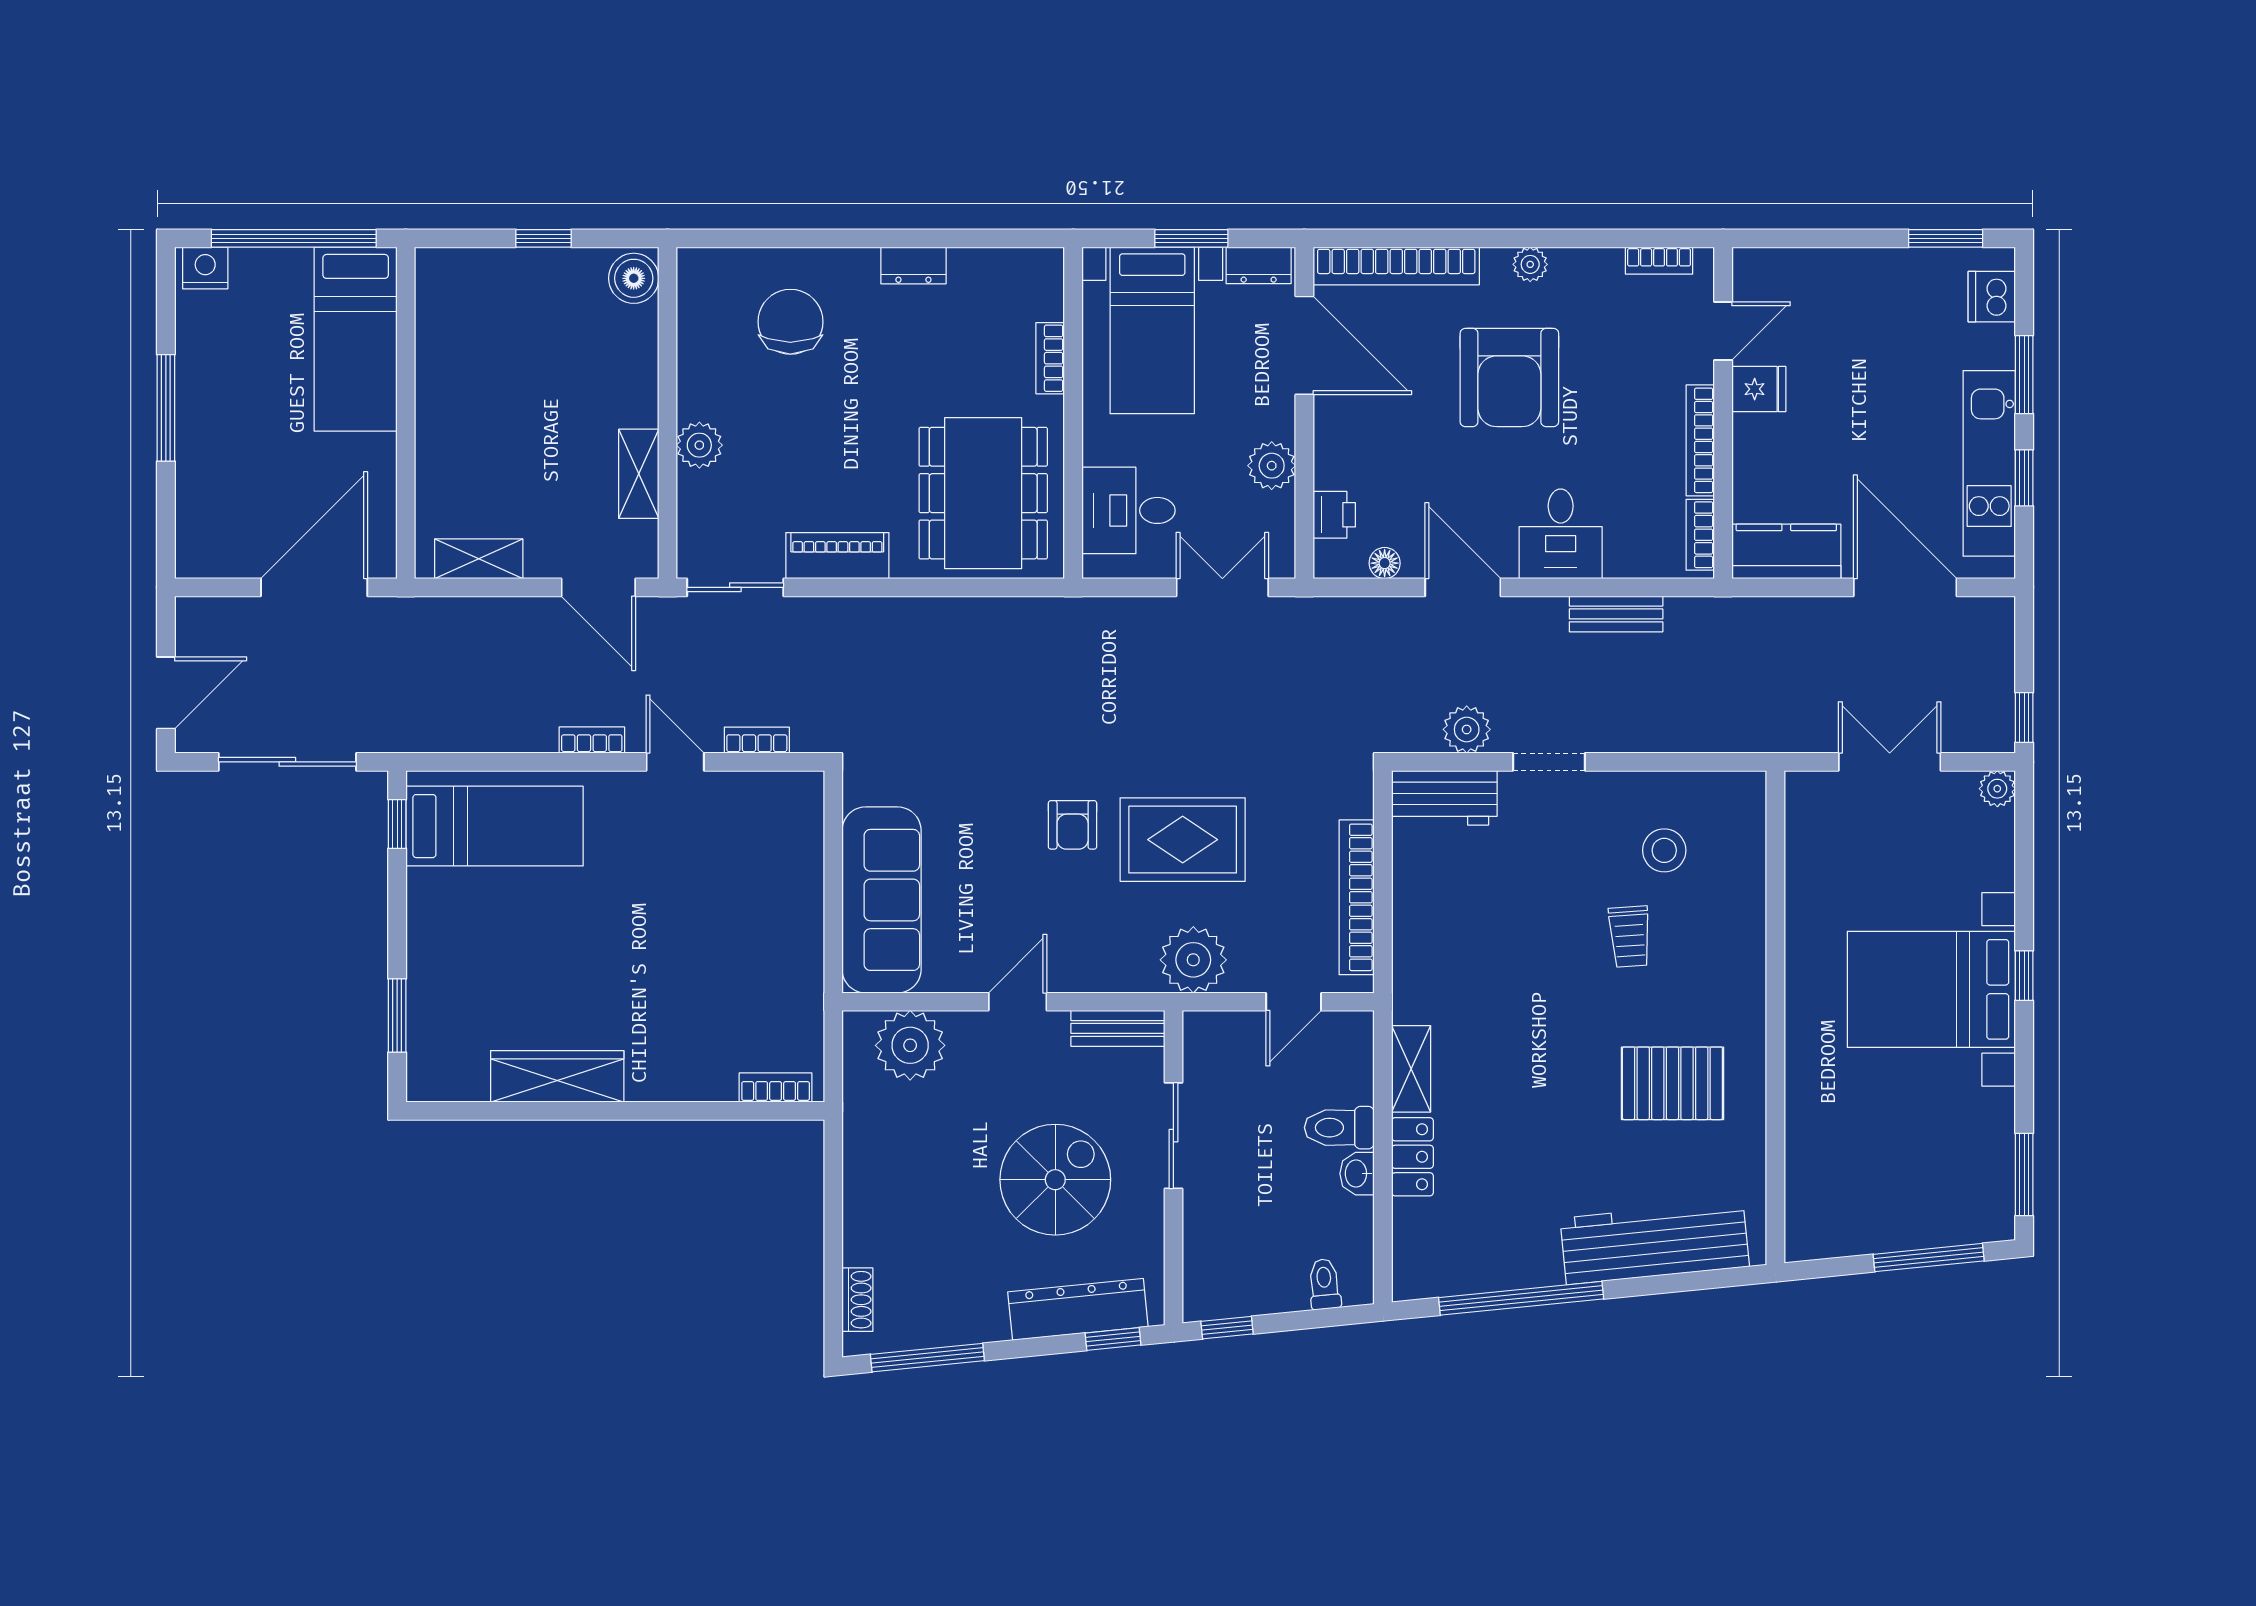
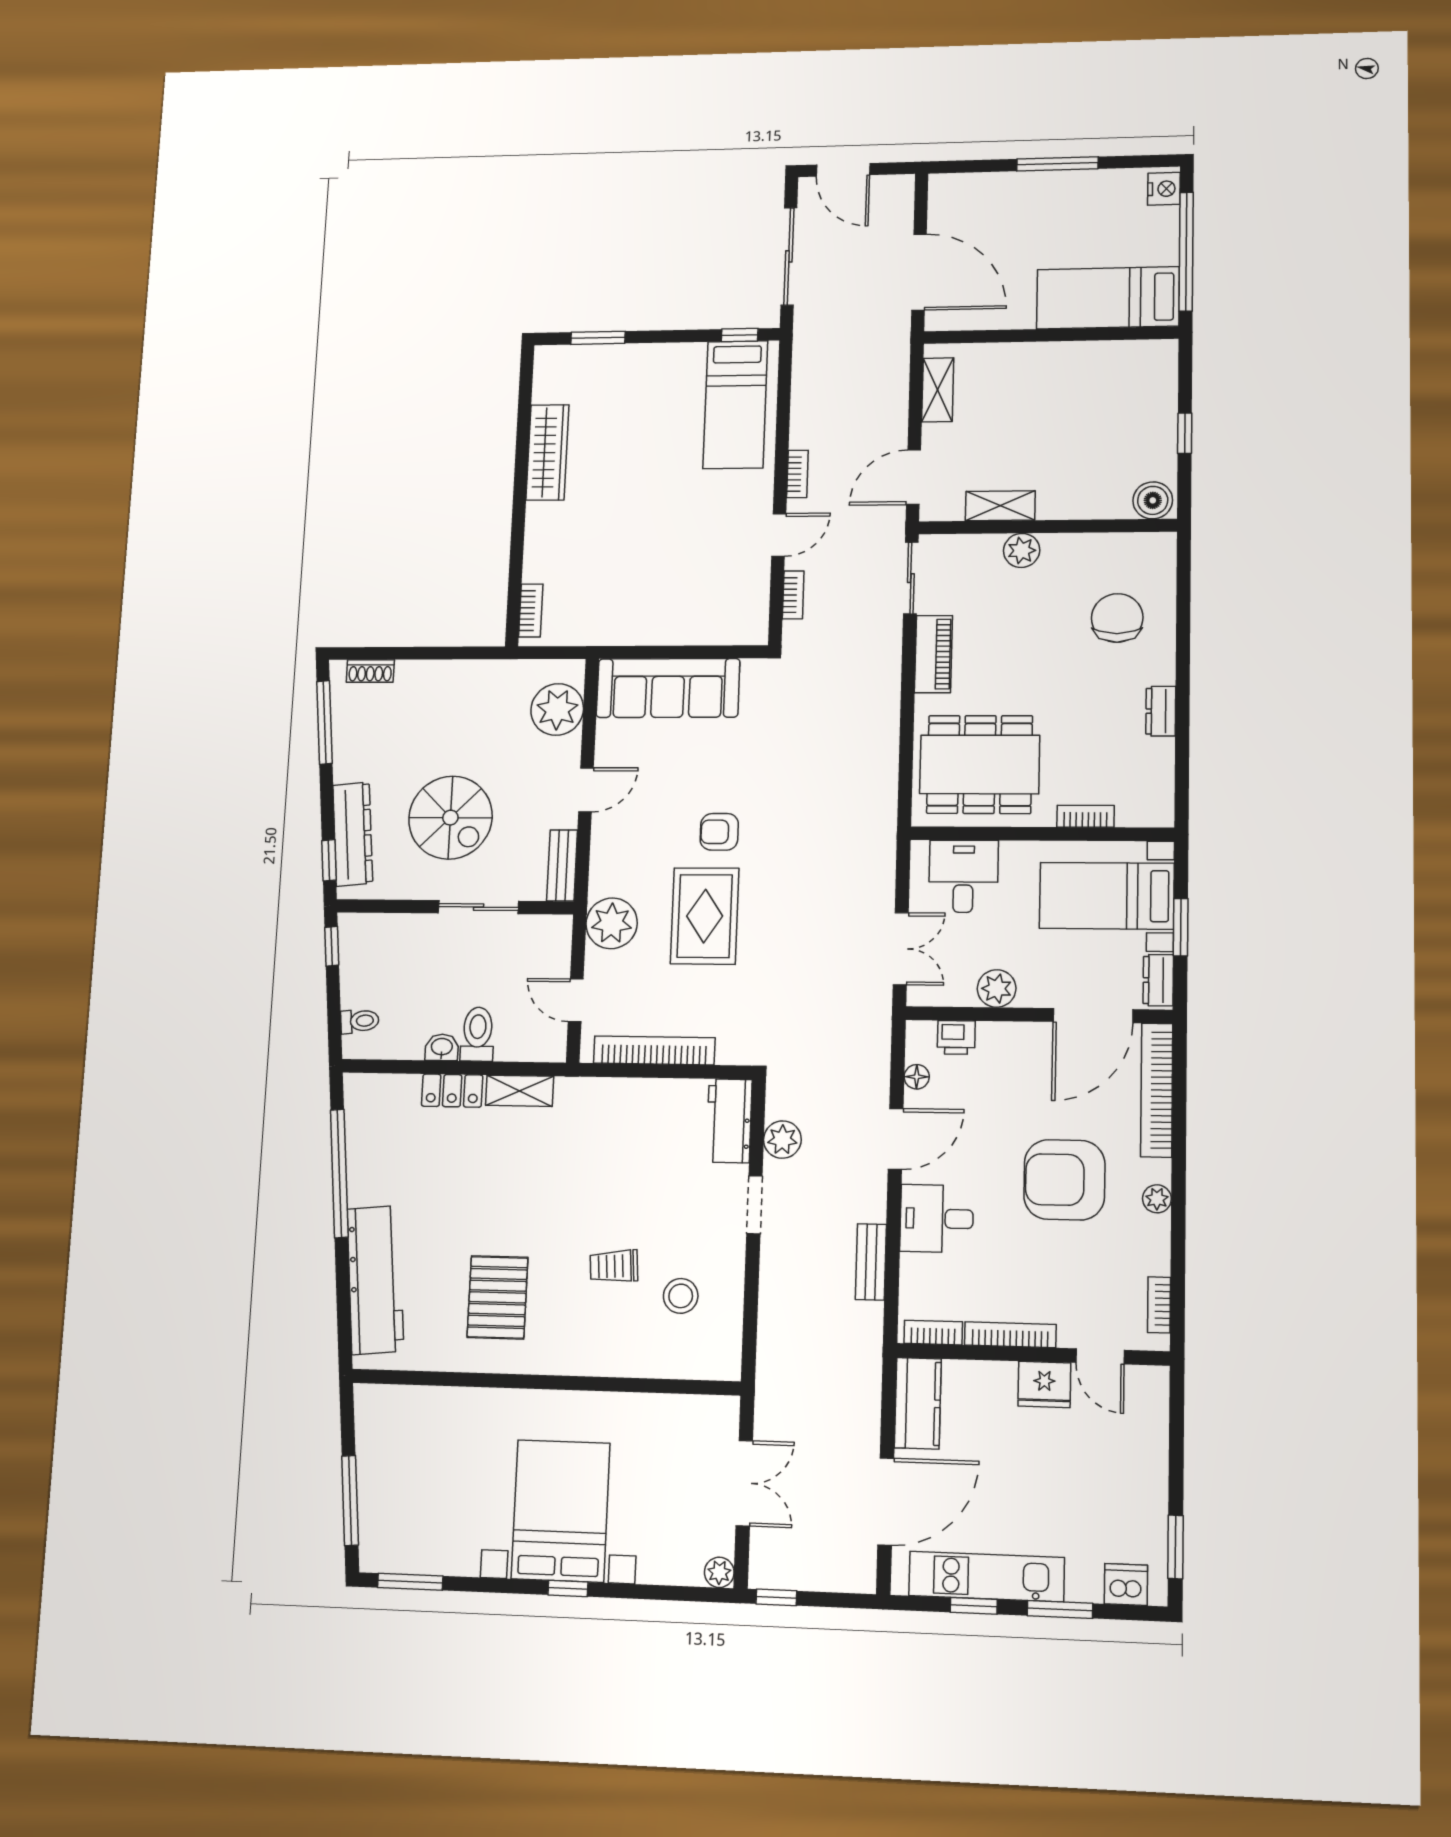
chair: (790, 322) -> (1117, 618), turned -90
fridge: (1759, 389) -> (1044, 1384), width x1.38
door: (1018, 1002) -> (586, 790), hinge flipped

